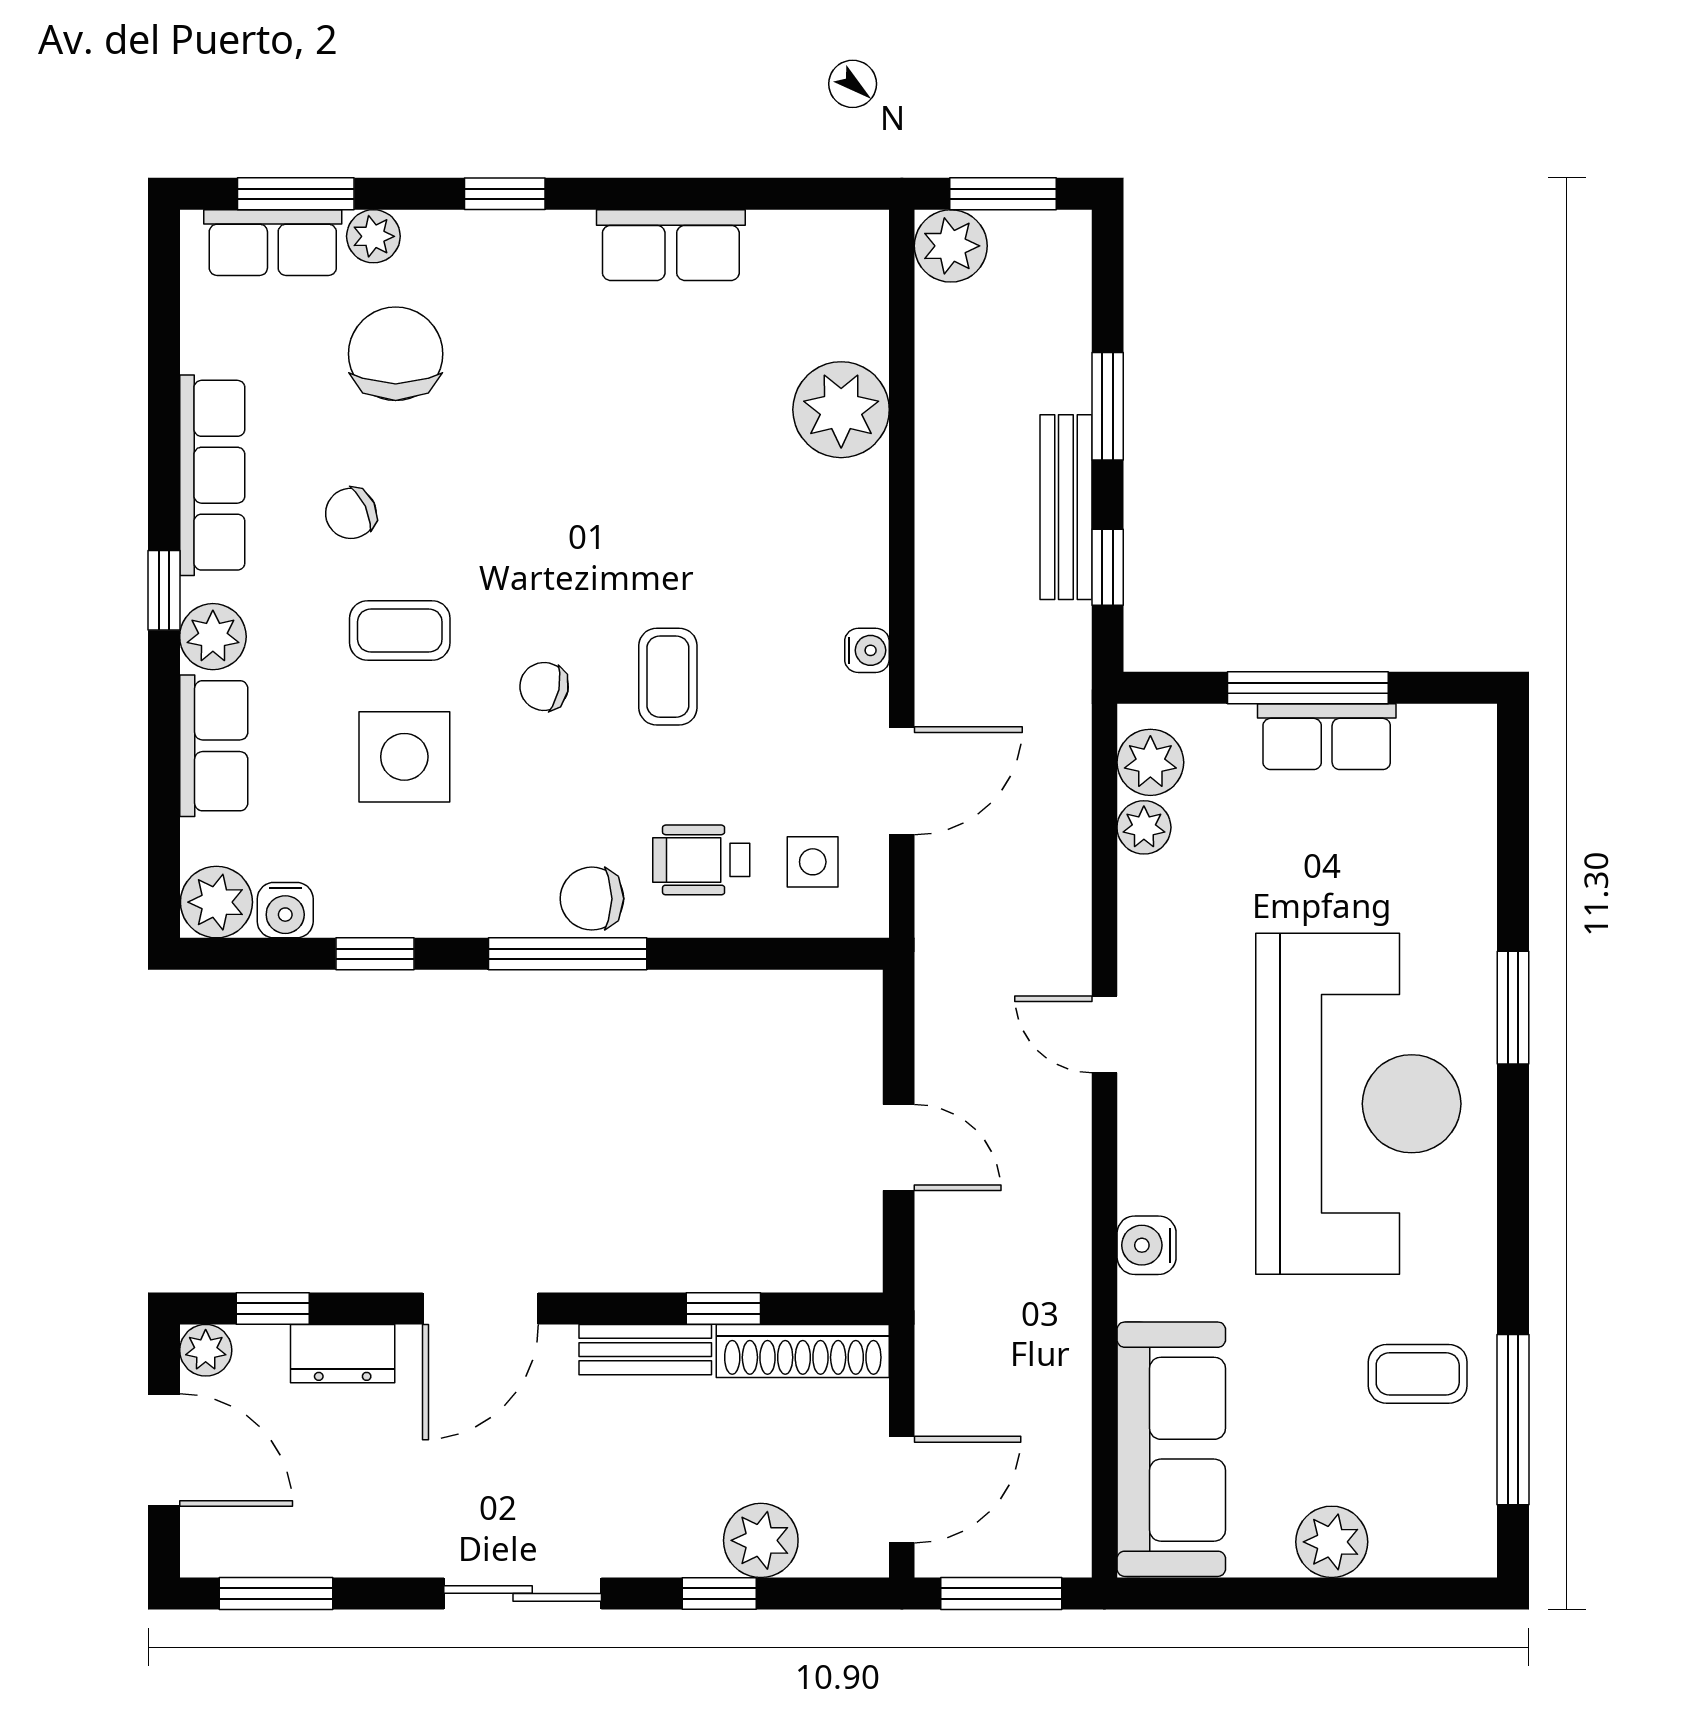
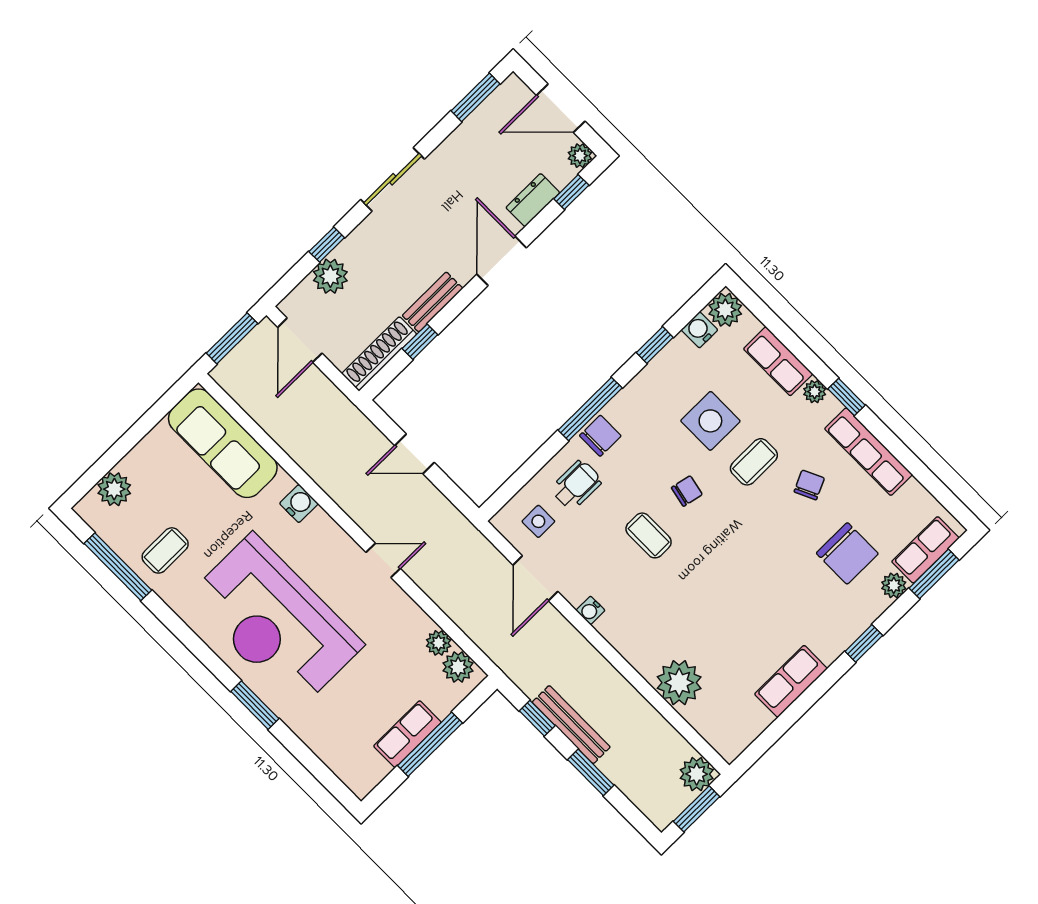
plant: (213, 637) -> (815, 392), width x0.73, depth x0.73
plant: (1332, 1542) -> (114, 489), moved

